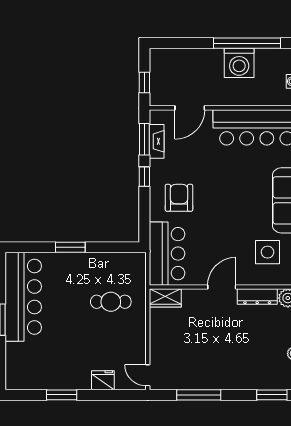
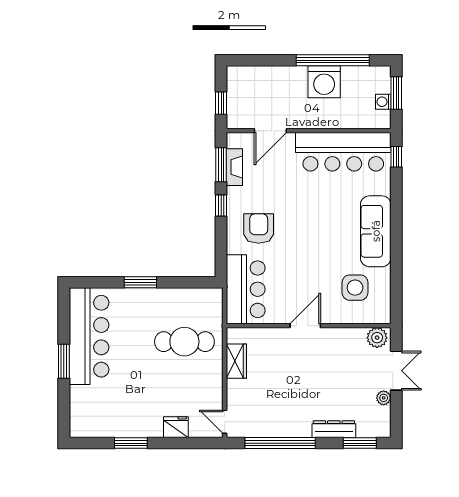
dresser: (257, 297) -> (334, 429), moved, turned 180
wardrobe: (165, 298) -> (236, 361), moved, turned -90
cafe table: (111, 302) -> (184, 342), width x1.37, depth x1.35
window: (199, 395) -> (280, 443), width x1.46

